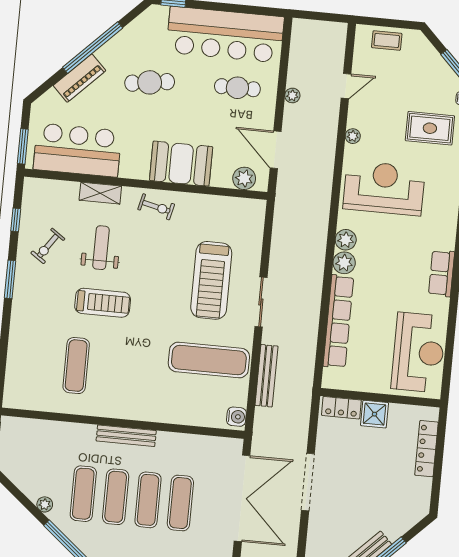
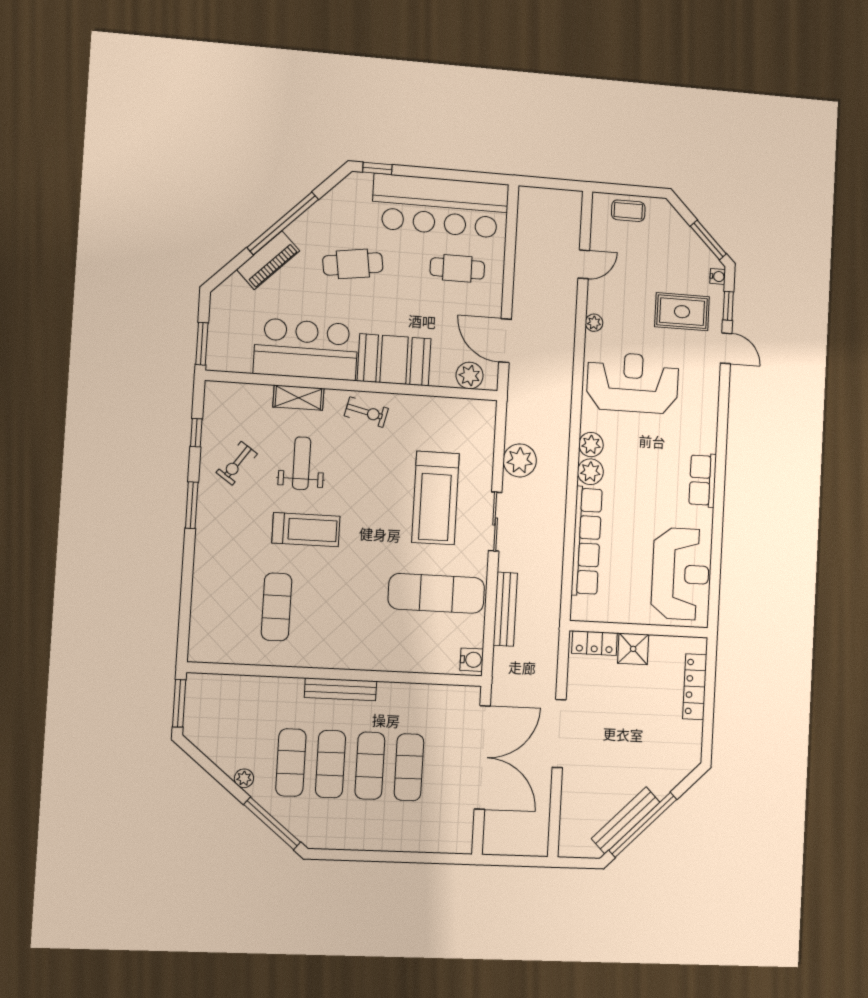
plant: (292, 95) -> (520, 460), moved, width x1.88, depth x1.88
bar counter: (77, 150) -> (306, 349), moved

